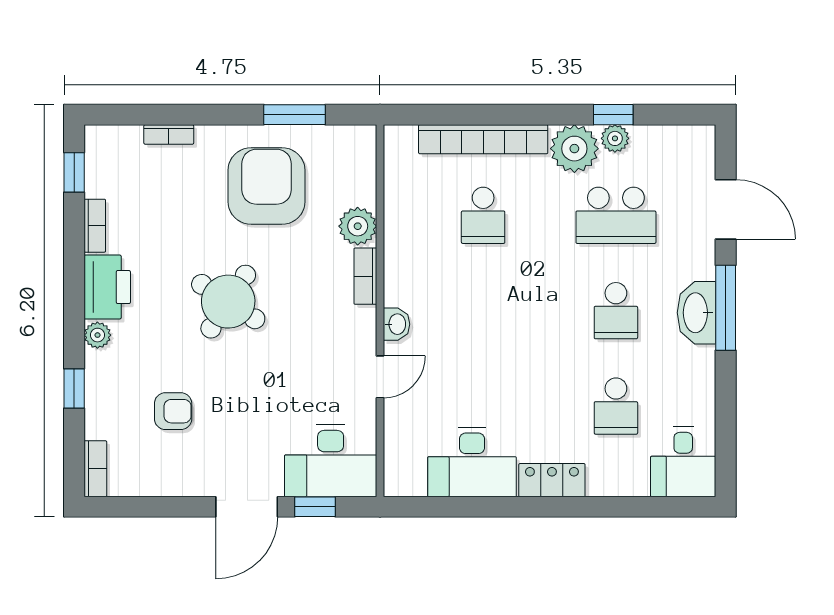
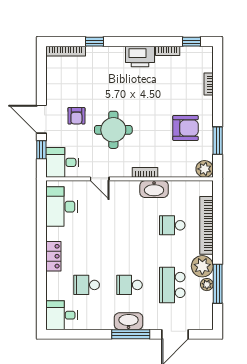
window: (613, 115) -> (218, 284), width x2.17
armchair: (267, 186) -> (185, 128), width x0.73, depth x0.73
plant: (358, 226) -> (205, 169), moved
round table: (228, 302) -> (113, 130), moved, turned -33
washbasin: (397, 324) -> (154, 189), moved, width x1.91, depth x1.45
plant: (97, 335) -> (118, 52), removed
armchair: (173, 411) -> (76, 116), moved
desk: (331, 461) -> (62, 162), width x0.73
desk: (472, 462) -> (61, 207), moved
bookcase: (95, 469) -> (66, 51), width x1.56

